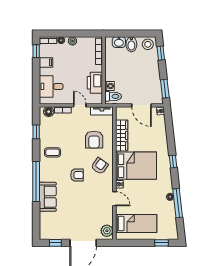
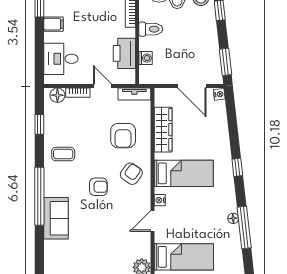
toilet: (113, 96) -> (151, 29), moved
bed: (136, 166) -> (184, 173), width x0.67
door: (114, 199) -> (152, 221), swing flipped

